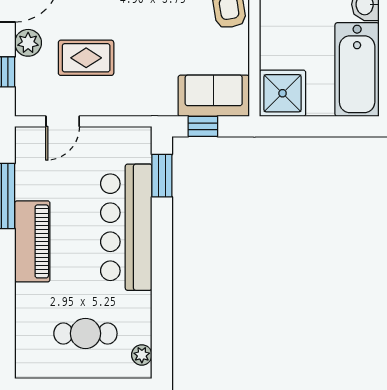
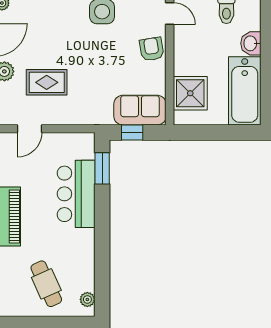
shower: (283, 93) -> (190, 93), moved
bar counter: (126, 227) -> (76, 194), width x0.73
cafe table: (85, 333) -> (46, 284), turned 66

